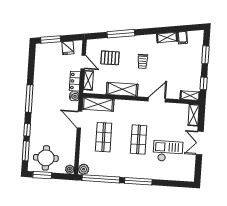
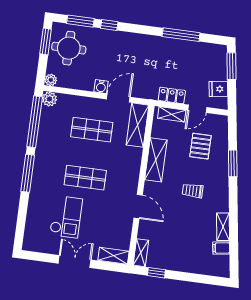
window: (121, 34) -> (233, 163), width x0.69
window: (205, 55) -> (196, 278), removed
water cooler: (74, 96) -> (101, 87), moved
window: (29, 99) -> (181, 35), moved

